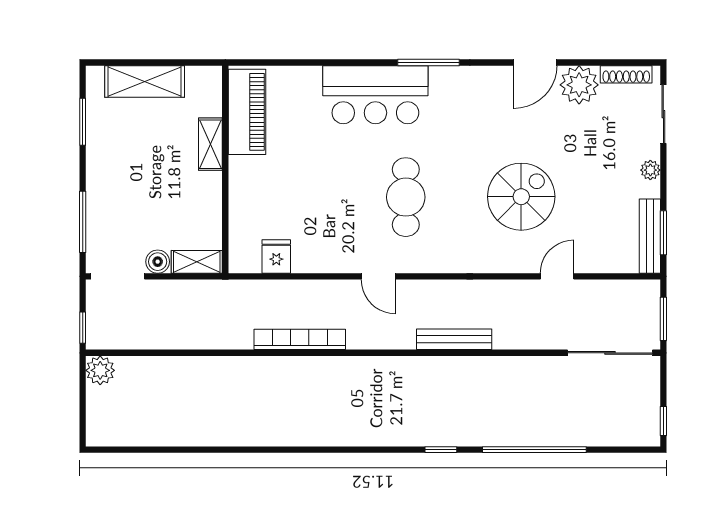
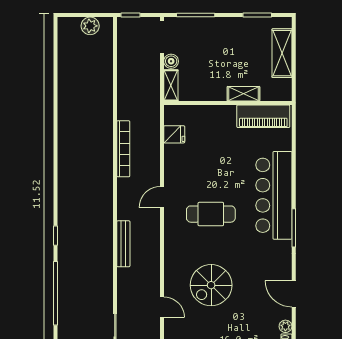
plant: (579, 85) -> (285, 326), width x0.53, depth x0.53
bar counter: (375, 95) -> (274, 195), width x1.36
spiral stairs: (521, 197) -> (211, 285), turned 90
plant: (100, 370) -> (90, 26), moved

